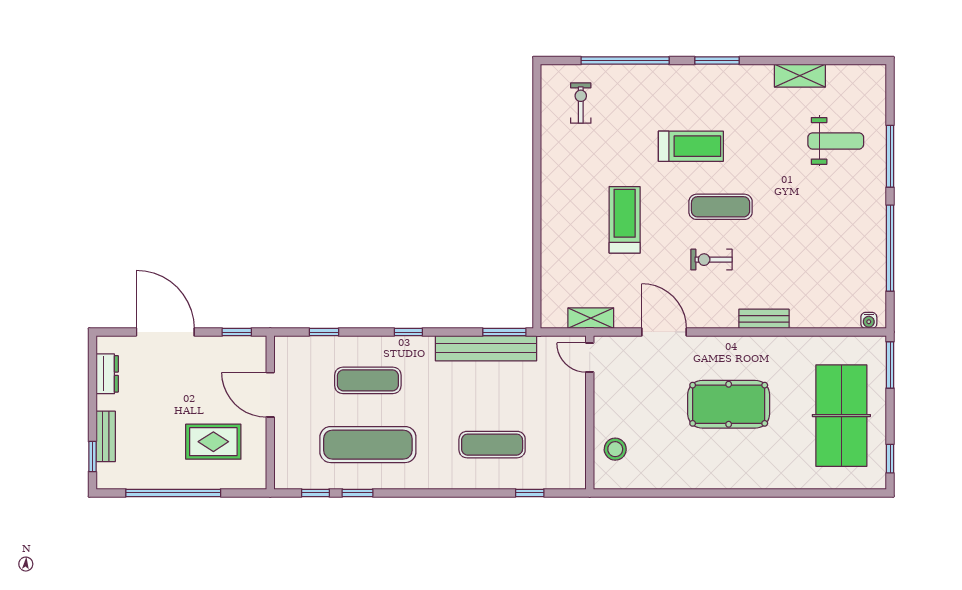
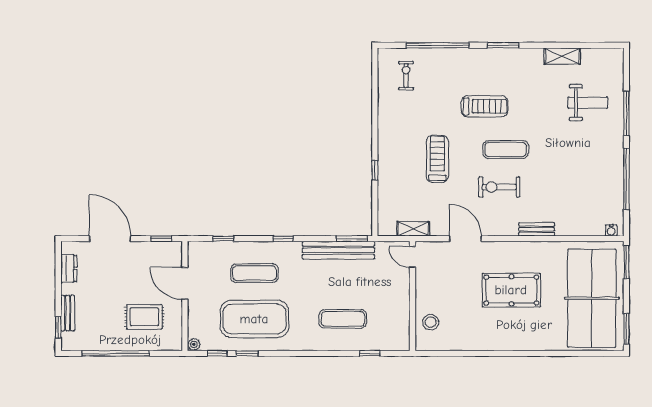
window: (537, 236) -> (375, 170), added
exercise bike: (711, 260) -> (499, 187), width x1.38, depth x1.39
table tennis table: (841, 416) -> (592, 298), width x1.36, depth x1.32
exercise mat: (368, 445) -> (254, 319), width x1.47
window: (890, 459) -> (626, 329), width x1.50
plant: (283, 480) -> (194, 344), added

